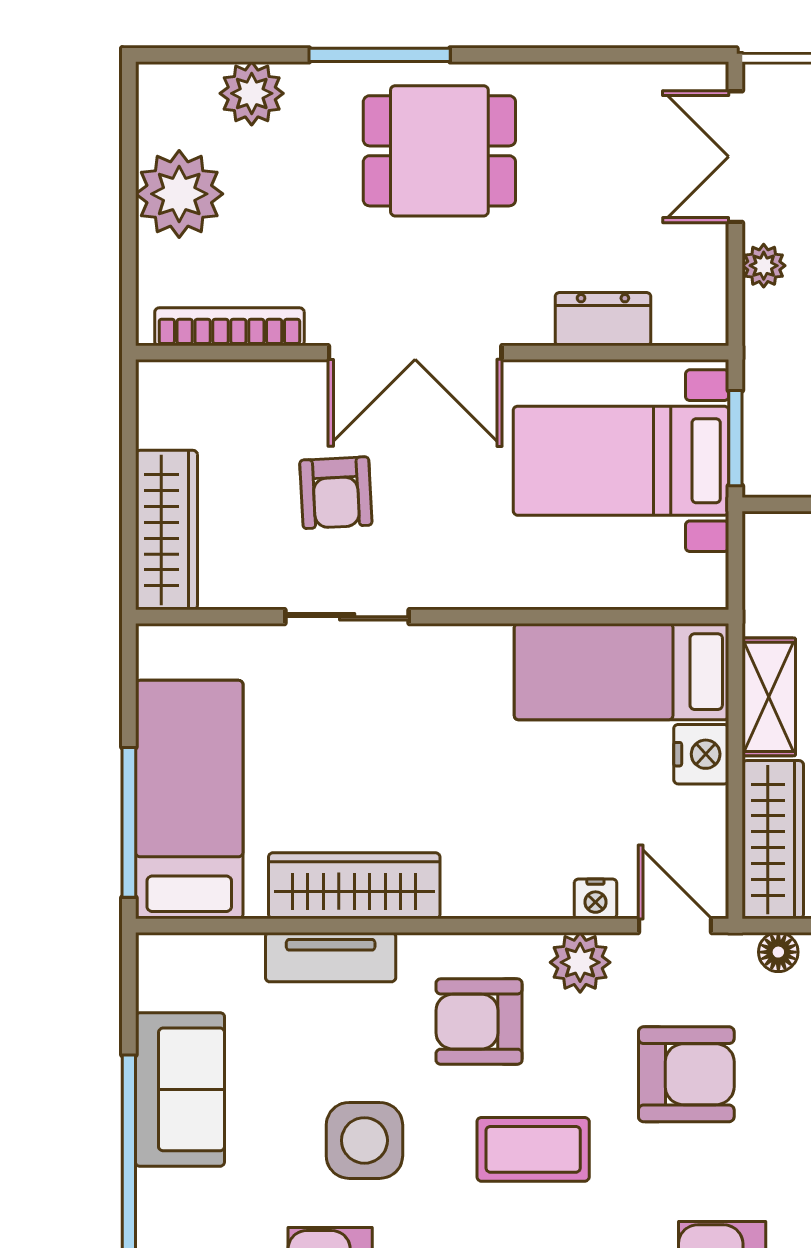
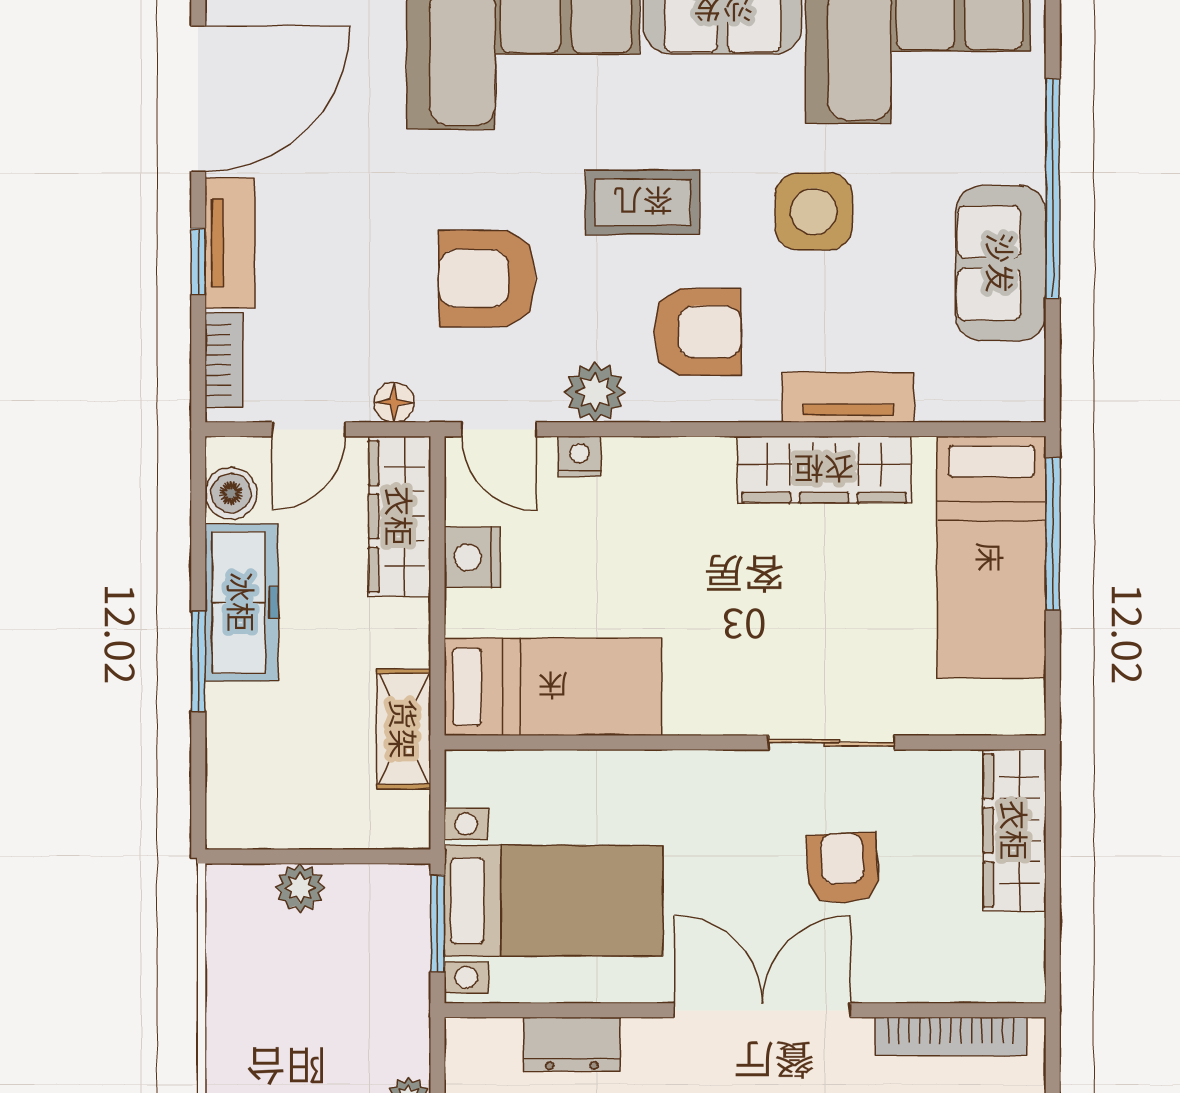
shelving: (769, 697) -> (404, 729), moved
nightstand: (701, 754) -> (472, 557), moved

